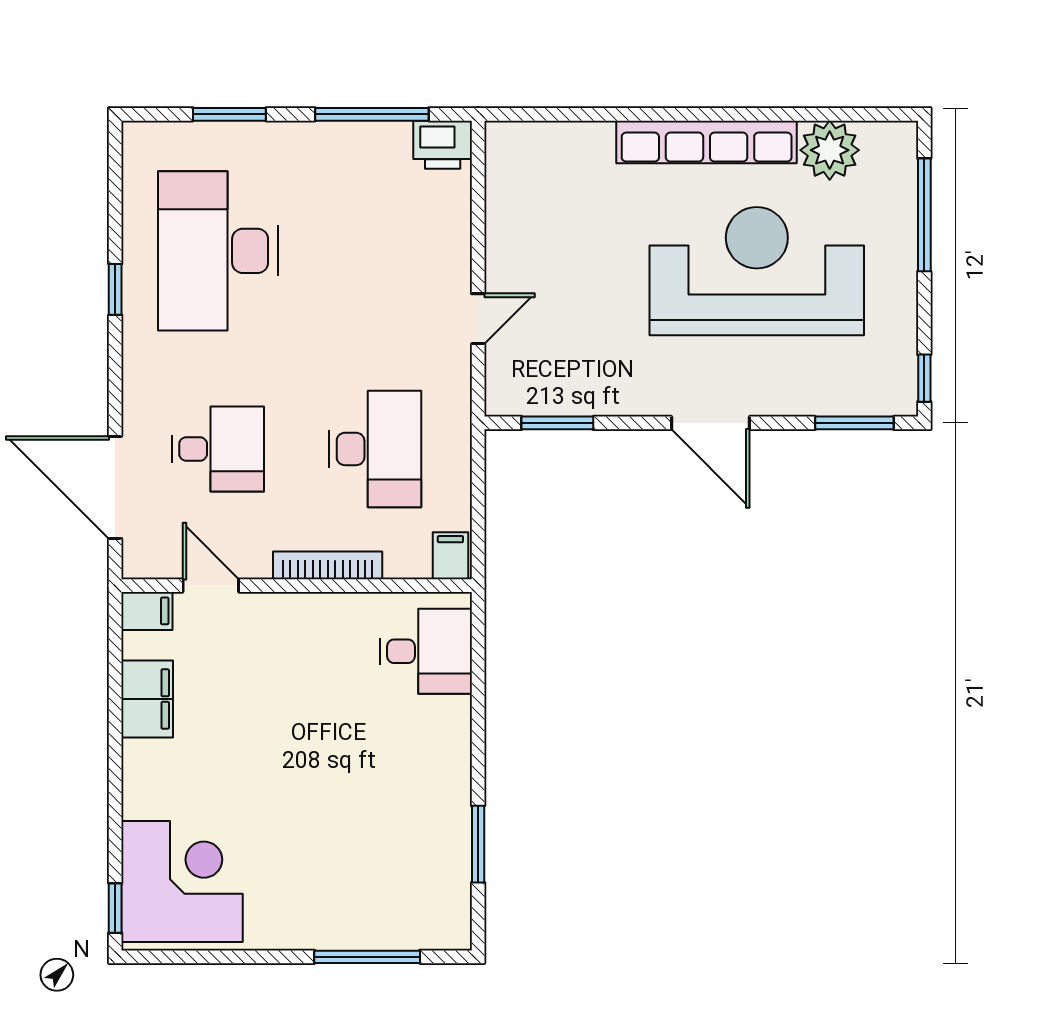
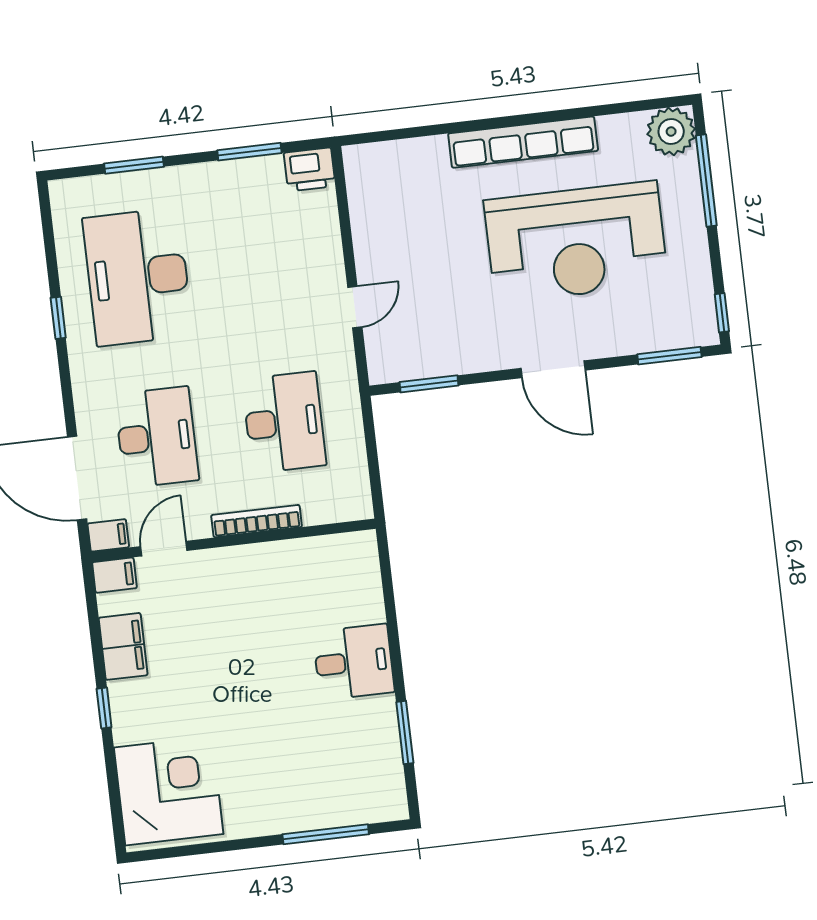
window: (372, 114) -> (249, 152), width x0.69
plant: (830, 150) -> (671, 131), moved
reception desk: (757, 271) -> (576, 242), turned 180
desk: (218, 449) -> (157, 437), width x1.37
filing cabinet: (450, 556) -> (108, 535), moved, turned 90
door: (211, 586) -> (164, 549), hinge flipped
desk: (426, 651) -> (354, 662), moved
window: (115, 908) -> (104, 708), moved

